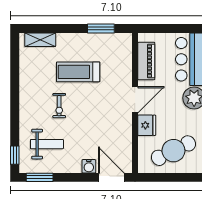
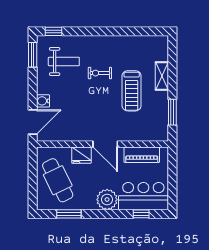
shelving: (40, 40) -> (162, 76), moved
treadmill: (78, 72) -> (132, 91), turned 180
weight bench: (47, 144) -> (64, 62), turned -90

